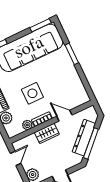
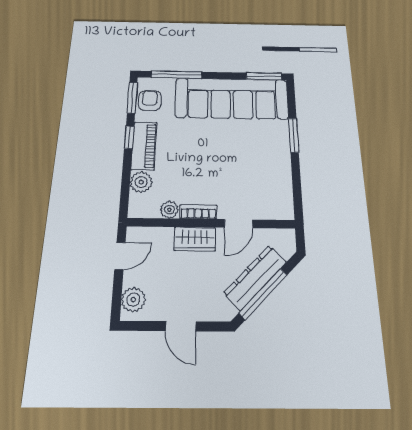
side table: (32, 93) -> (203, 164), removed
door: (64, 116) -> (238, 224), swing flipped

